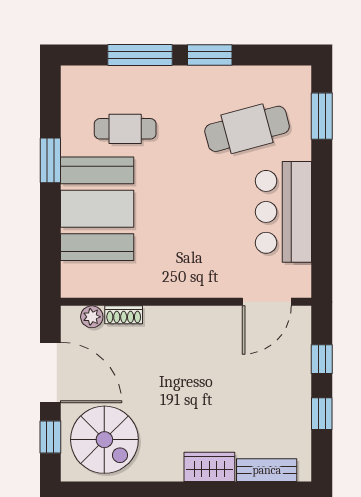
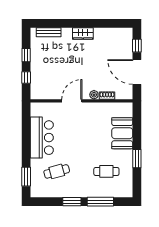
cafe table: (247, 129) -> (57, 171), width x0.73, depth x0.74
booth: (97, 209) -> (122, 133), width x0.73, depth x0.70
door: (267, 302) -> (72, 101), moved
plant: (92, 317) -> (94, 95), moved
spiral stairs: (104, 440) -> (115, 45), removed
wardrobe: (209, 467) -> (83, 33), moved

